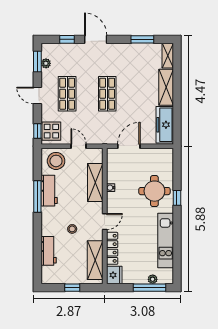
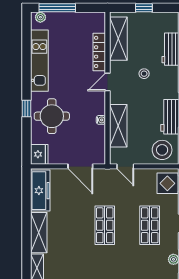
door: (78, 146) -> (125, 166), moved
door: (129, 146) -> (80, 166), hinge flipped
fridge: (114, 275) -> (39, 154), moved, turned 180
plant: (153, 279) -> (40, 17), moved

